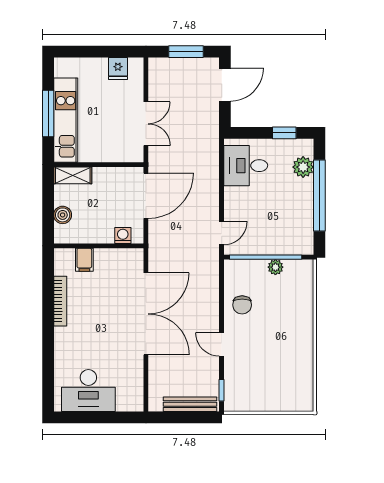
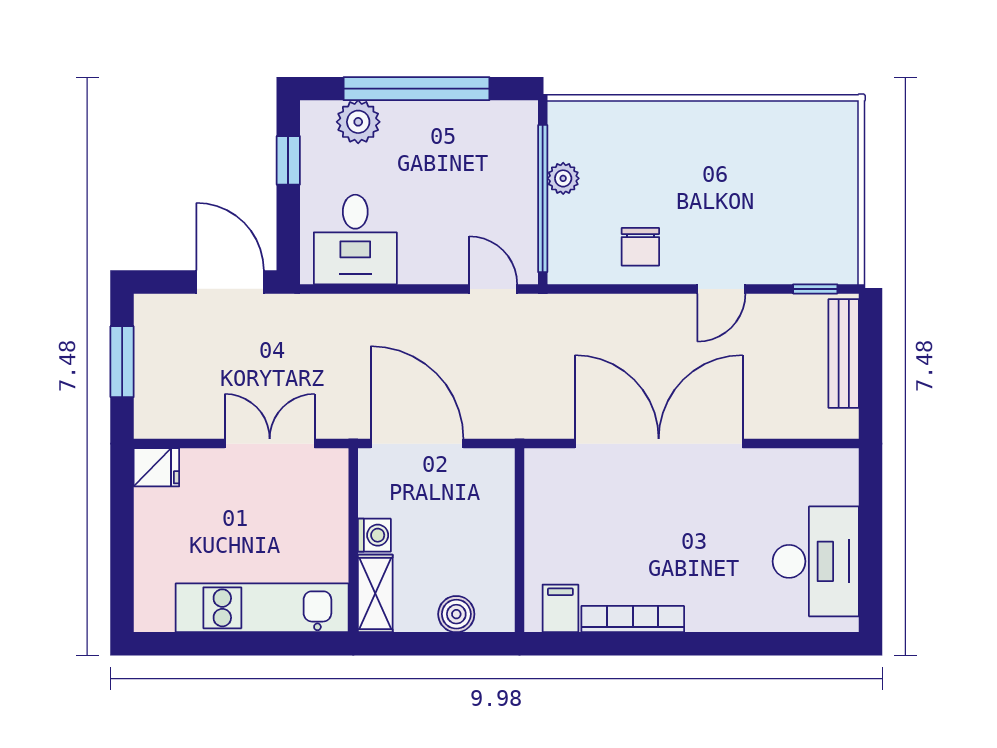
fridge: (118, 68) -> (156, 467), moved
door: (225, 85) -> (230, 282), moved
window: (48, 113) -> (249, 644), removed
washing machine: (123, 235) -> (374, 535), moved, turned 180
filing cabinet: (84, 260) -> (560, 608), moved, turned -90
chair: (242, 305) -> (640, 247), turned 90

